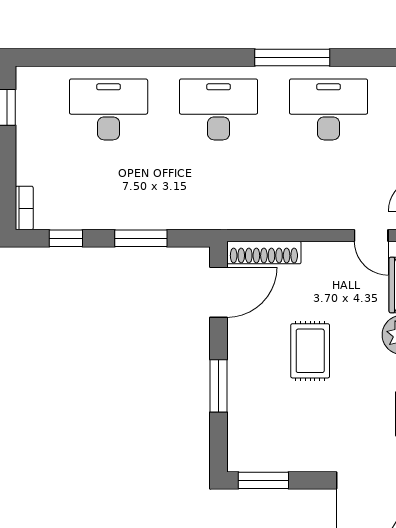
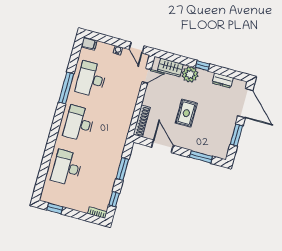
door: (219, 292) -> (162, 146), moved
rug: (310, 351) -> (186, 113), turned 90
window: (219, 386) -> (201, 157), moved
window: (263, 480) -> (236, 135), moved

